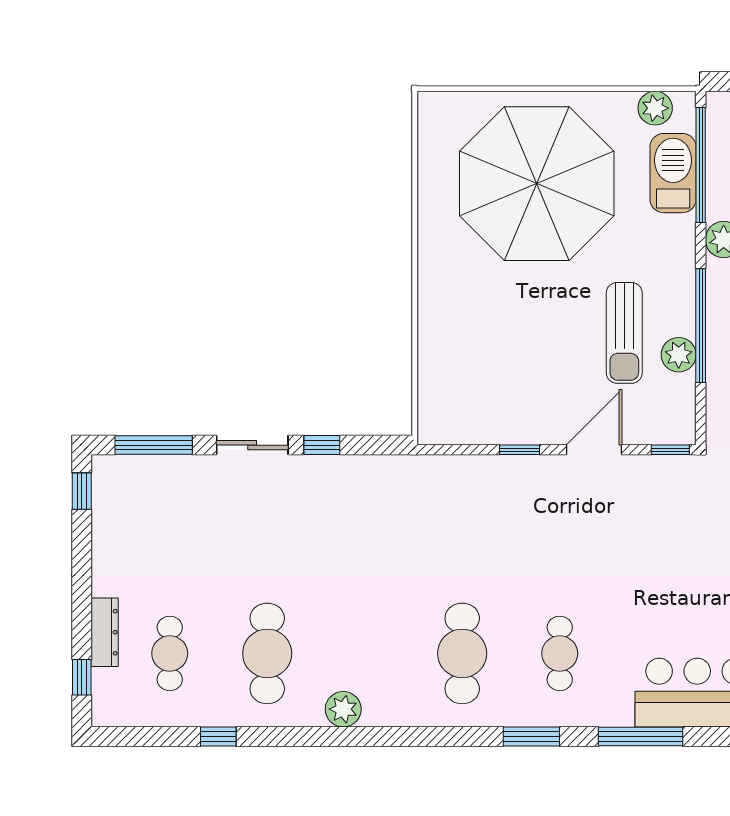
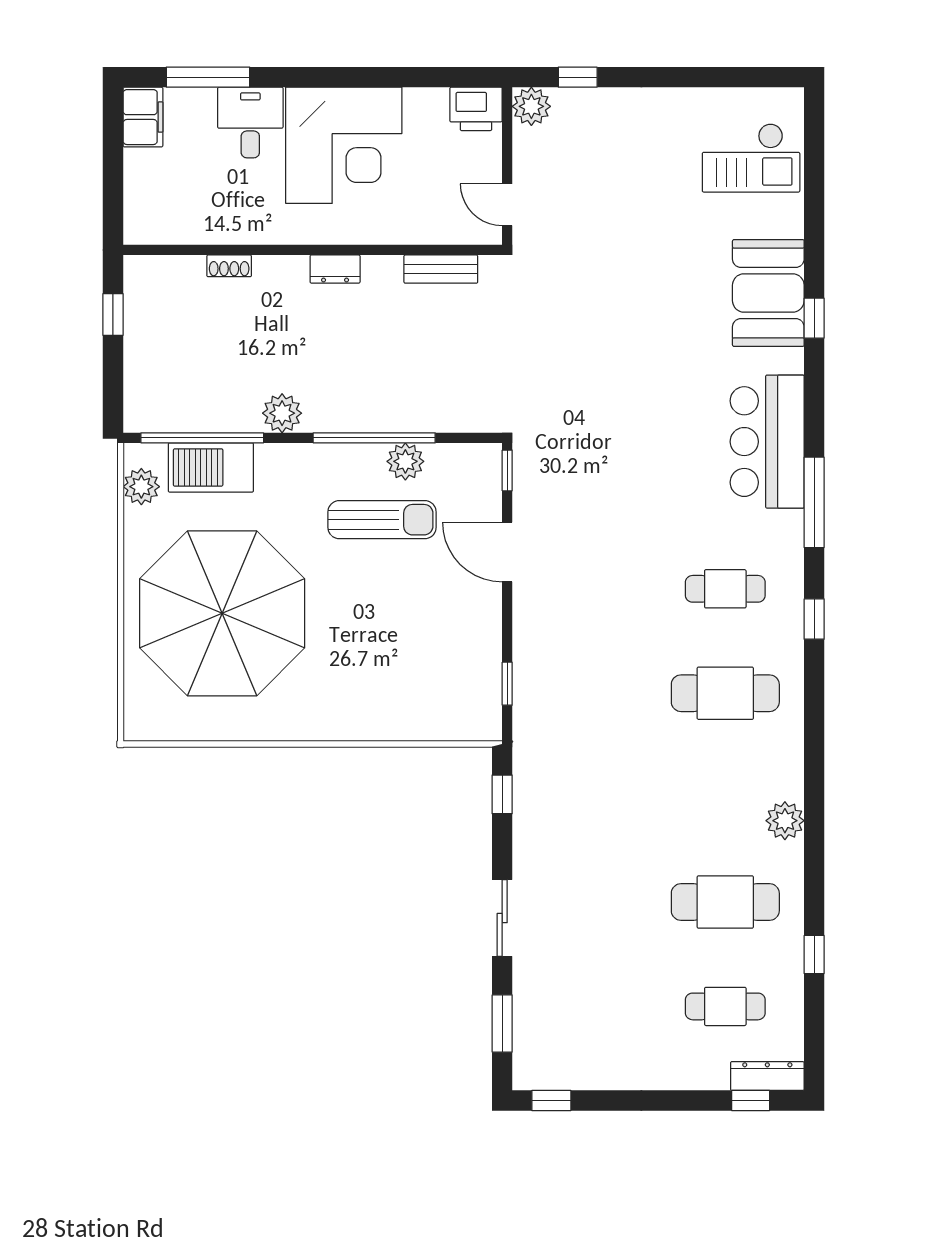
window: (154, 445) -> (502, 1024), width x0.69
window: (322, 445) -> (502, 794), moved
window: (520, 450) -> (507, 684), moved
dresser: (105, 632) -> (767, 1076), moved
window: (531, 737) -> (814, 619), width x0.67

